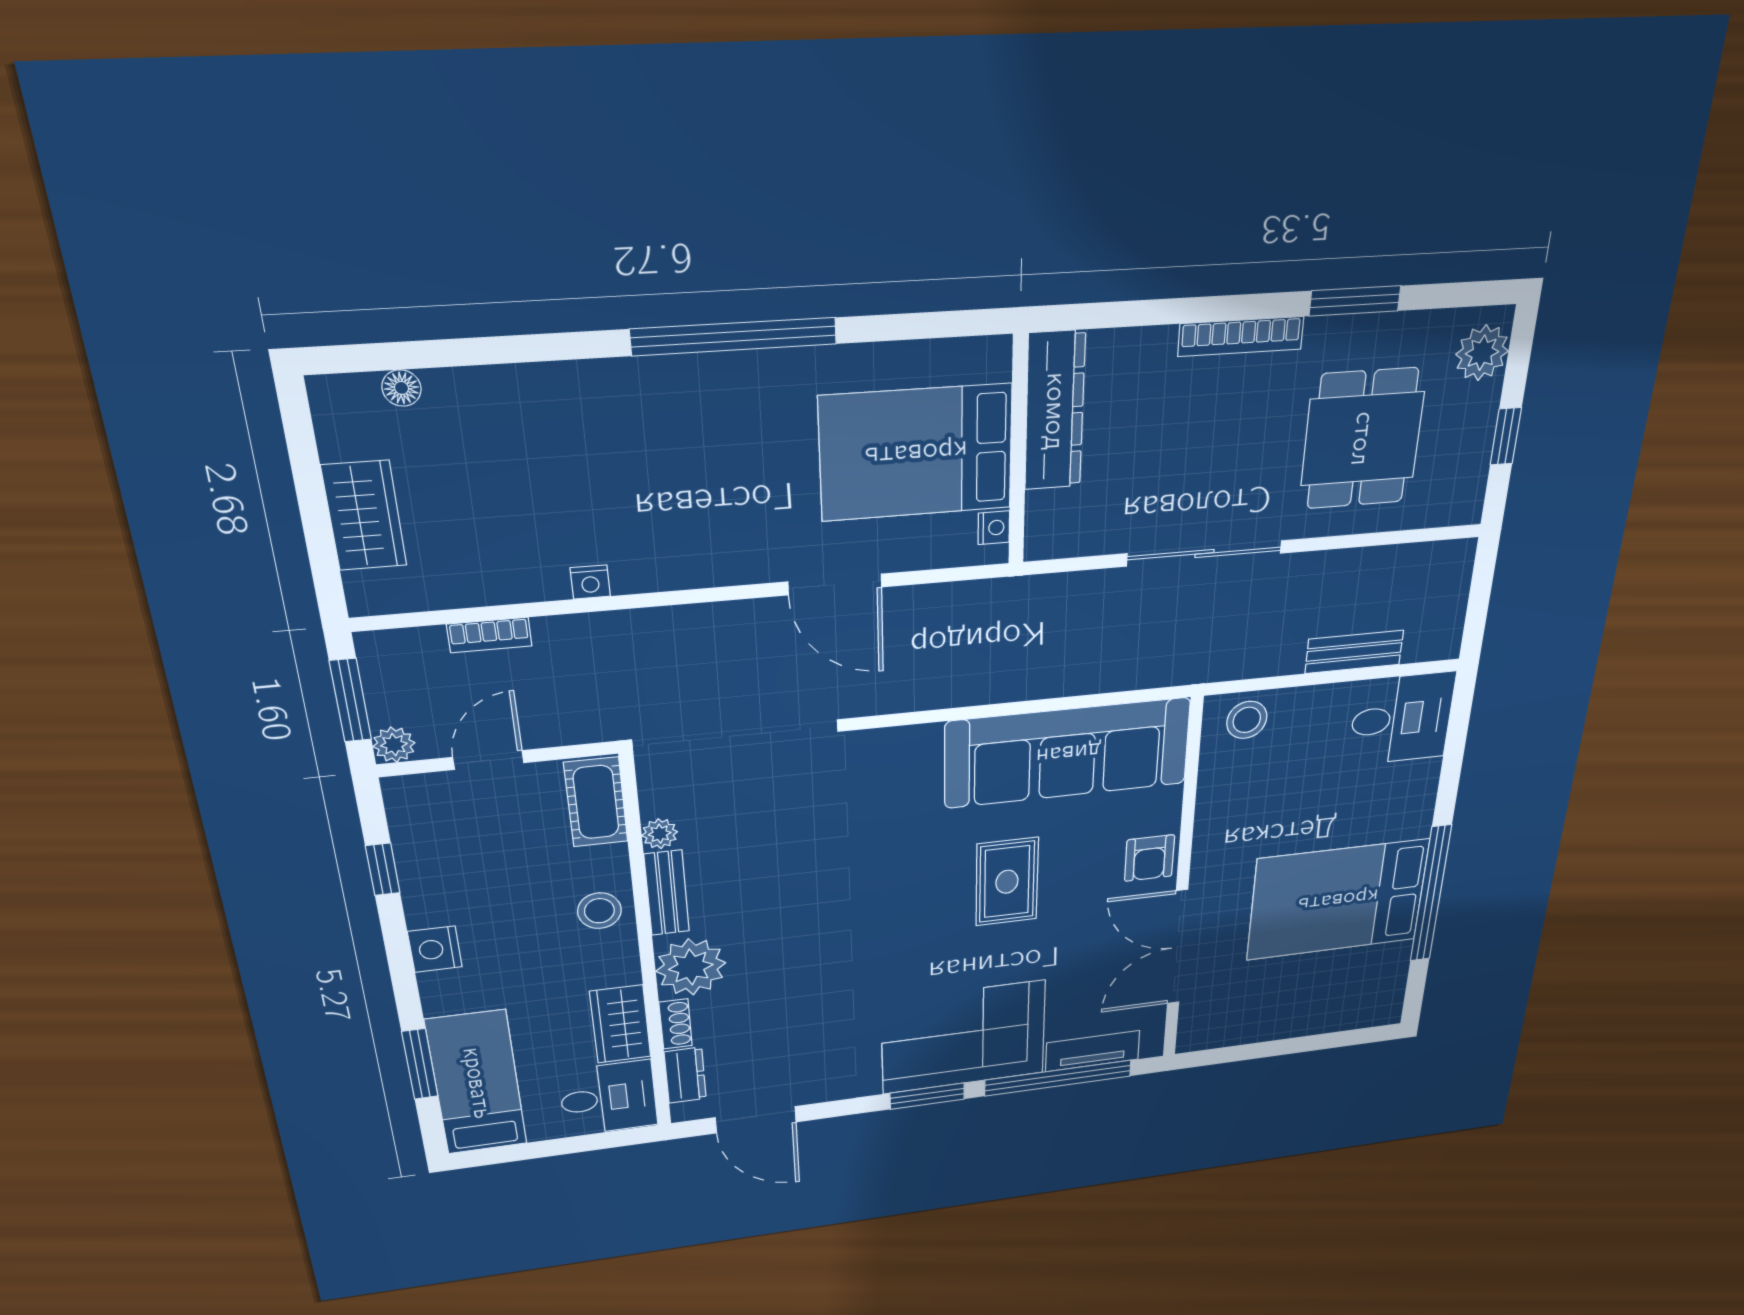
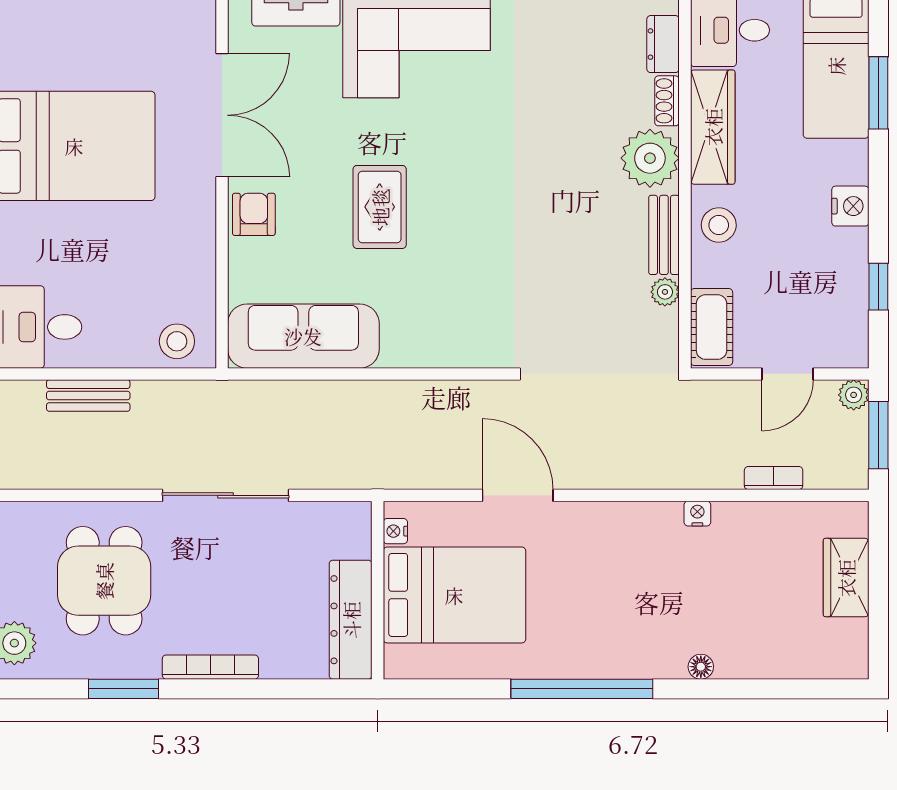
floor lamp: (401, 388) -> (701, 667), moved
sofa: (1068, 753) -> (303, 336), width x0.74, depth x0.79
wardrobe: (620, 1024) -> (713, 127), width x1.50

